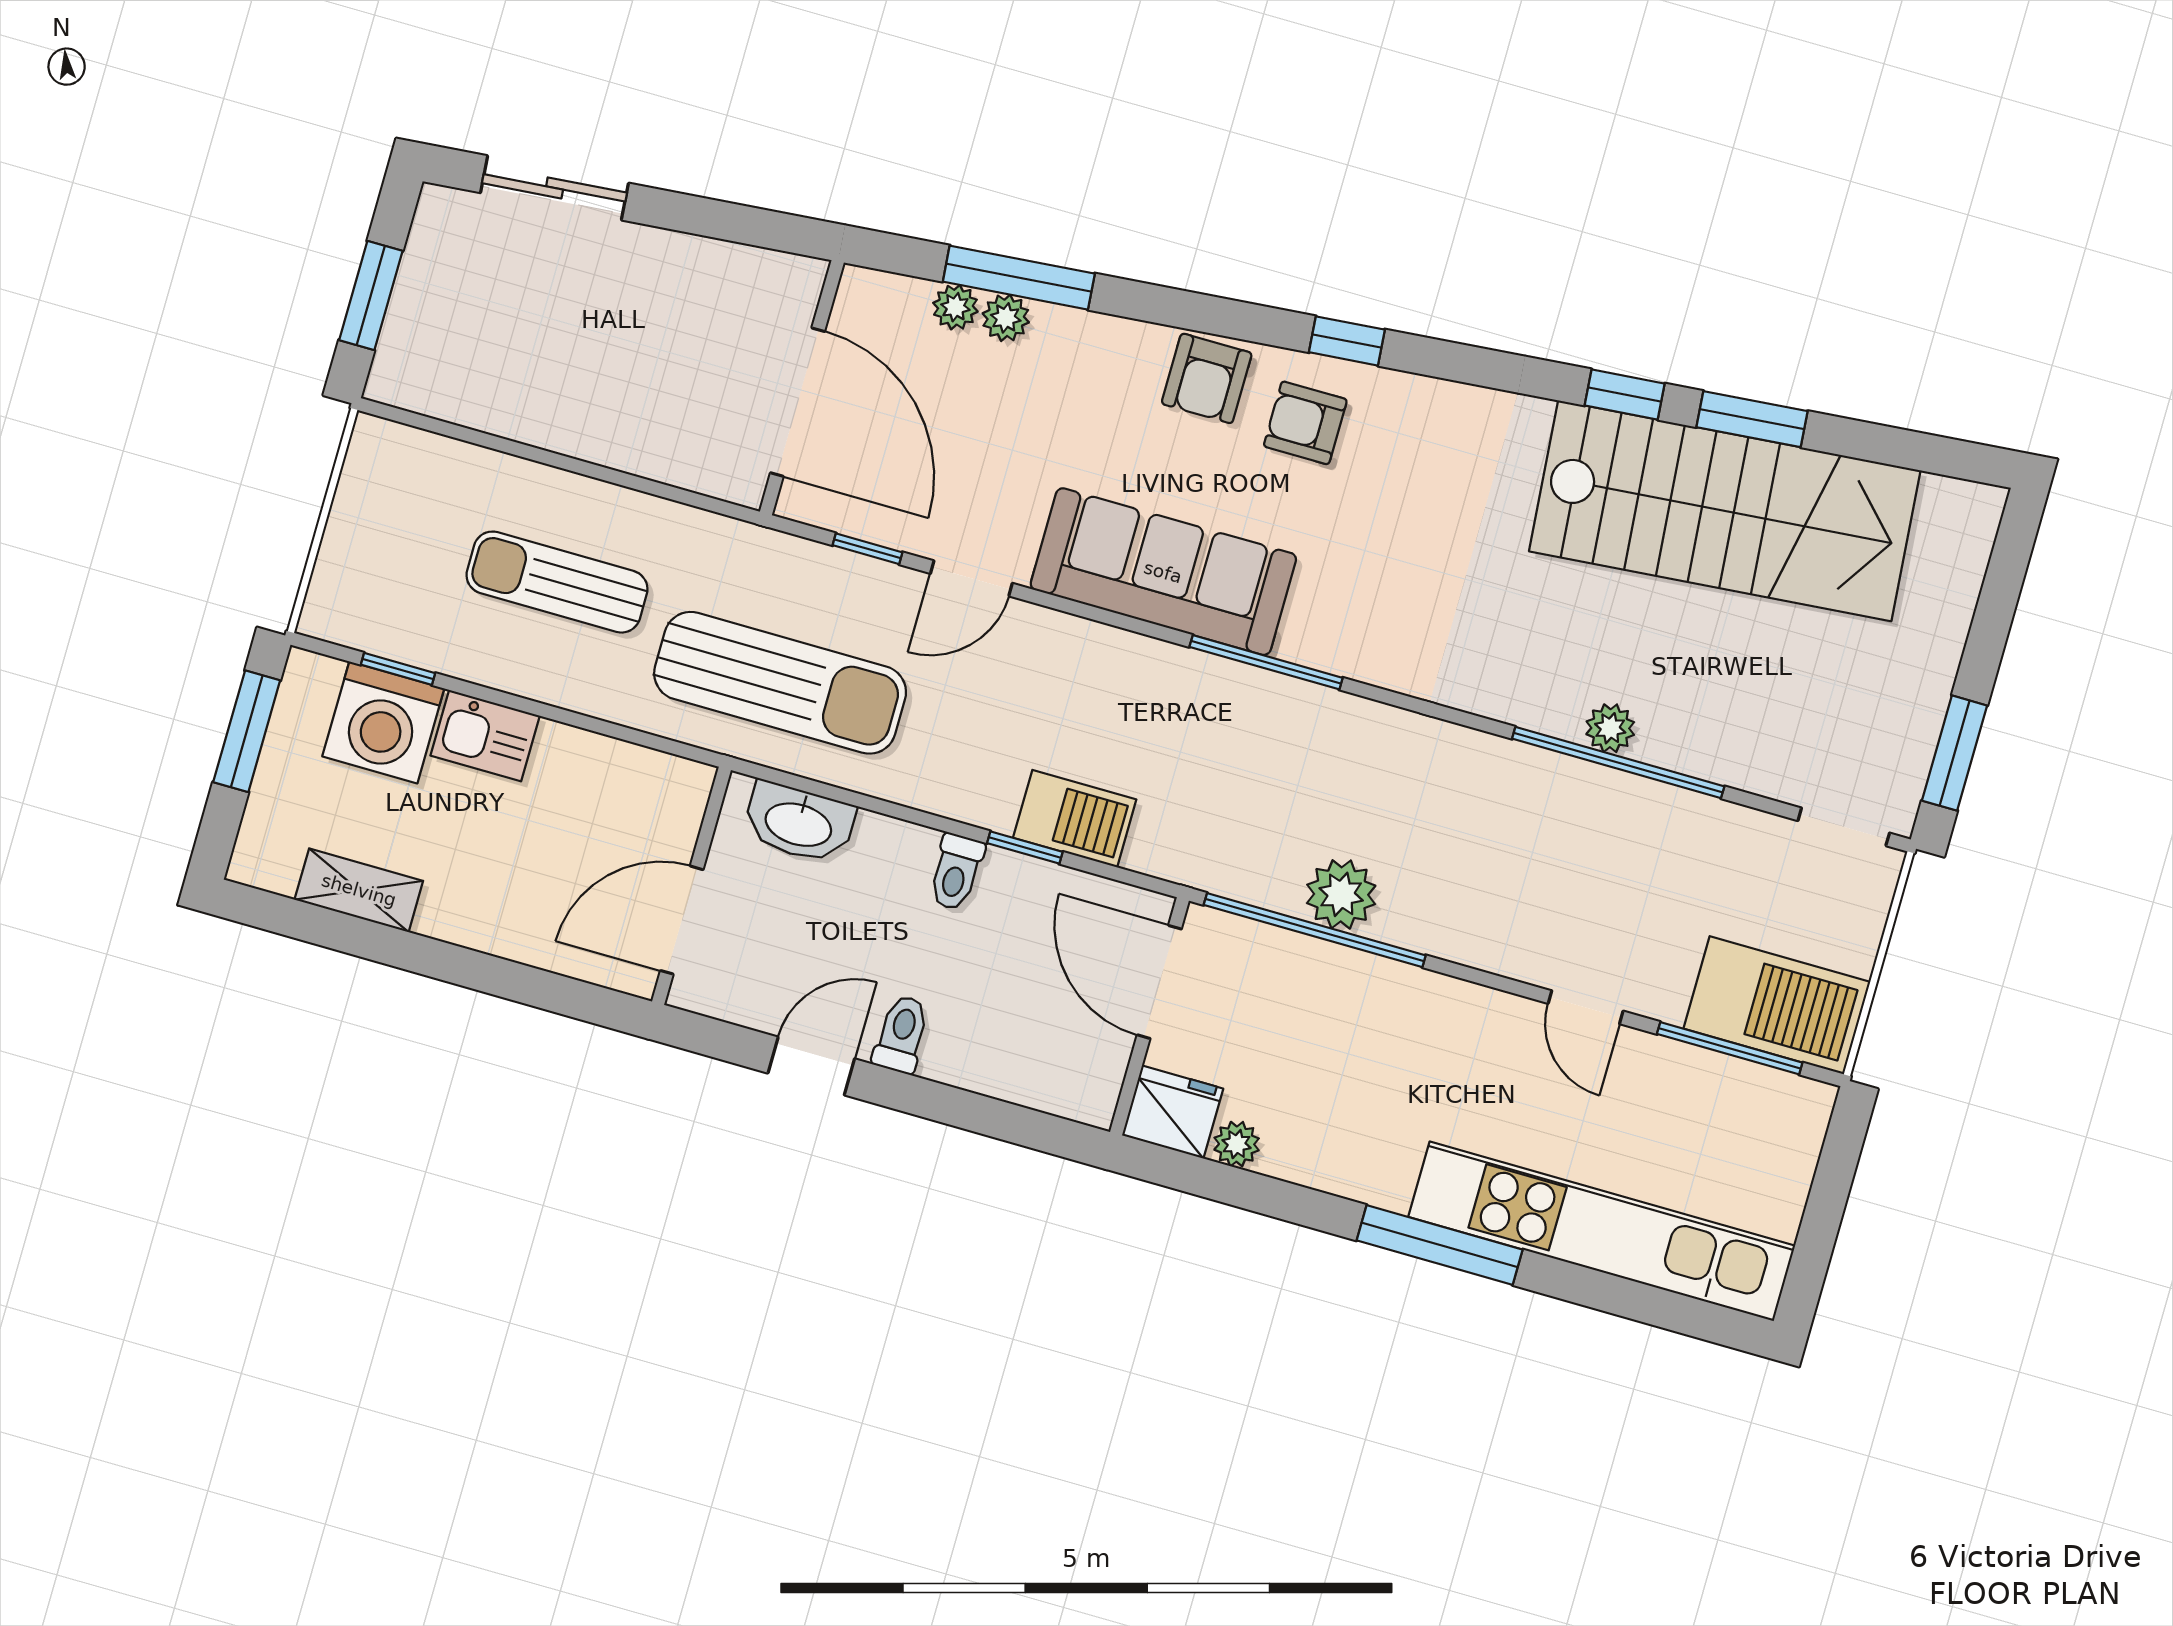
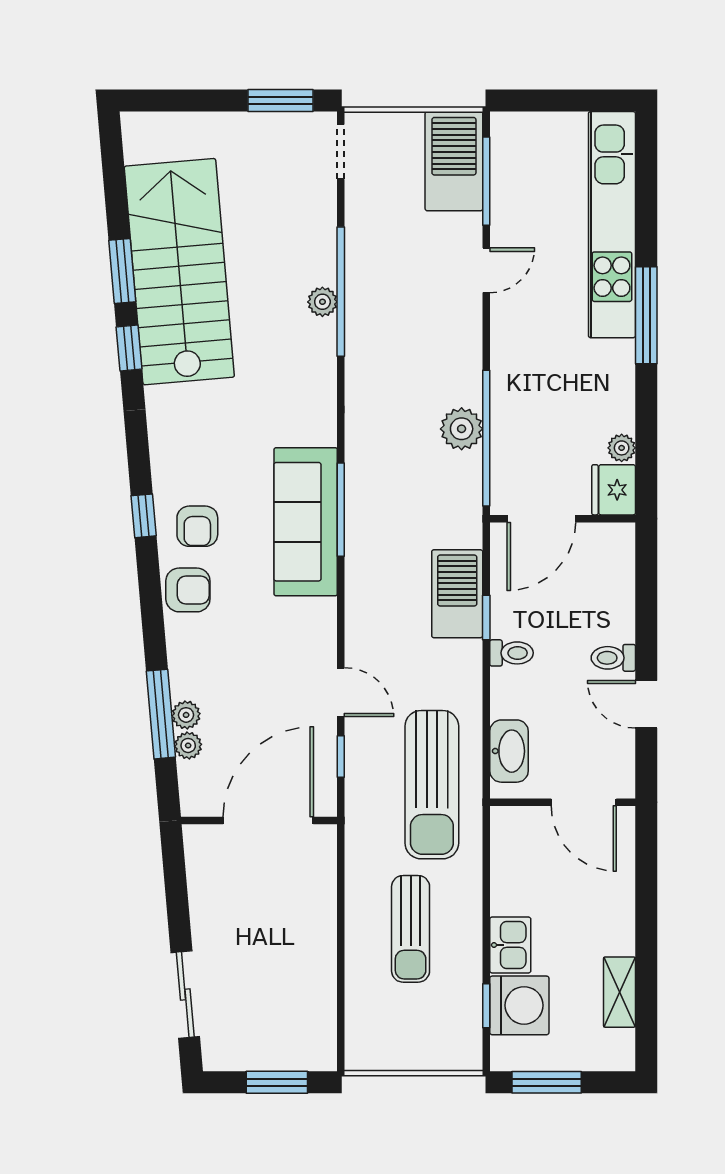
sofa: (1163, 572) -> (306, 522), moved
sun lounger: (780, 683) -> (432, 785), turned 180
barbecue: (1075, 819) -> (457, 594), width x1.37, depth x1.21

